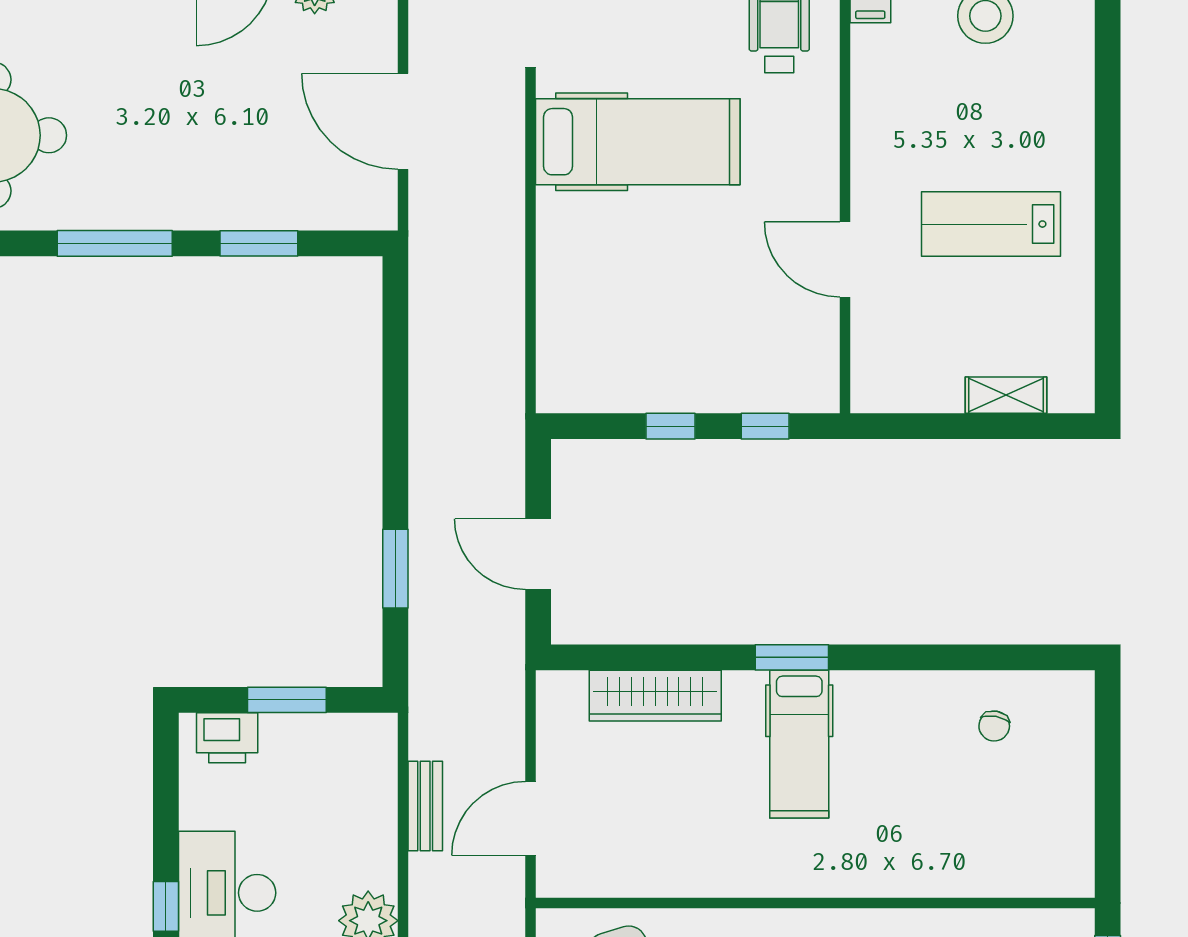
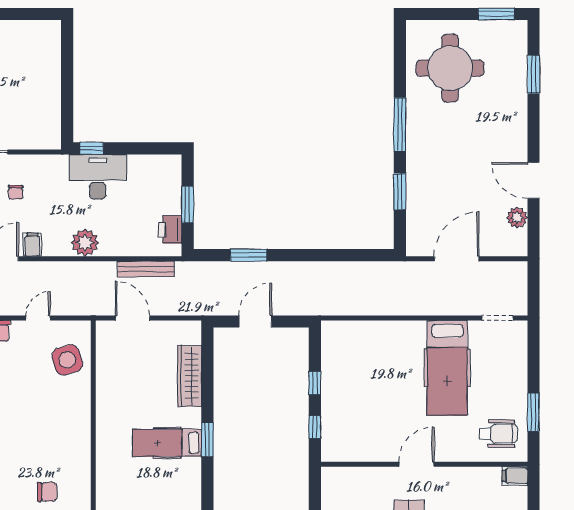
door: (845, 259) -> (416, 464), moved
printer: (227, 738) -> (170, 229), moved
bench: (425, 806) -> (146, 269), width x1.36

